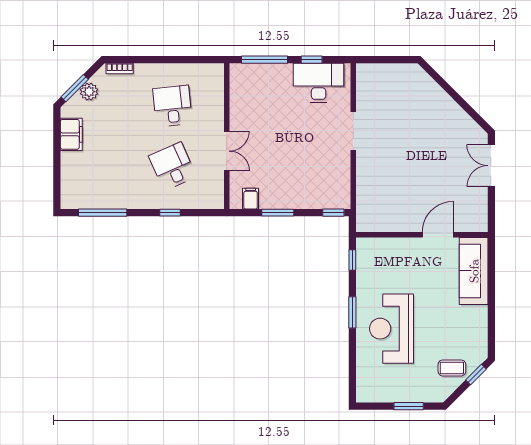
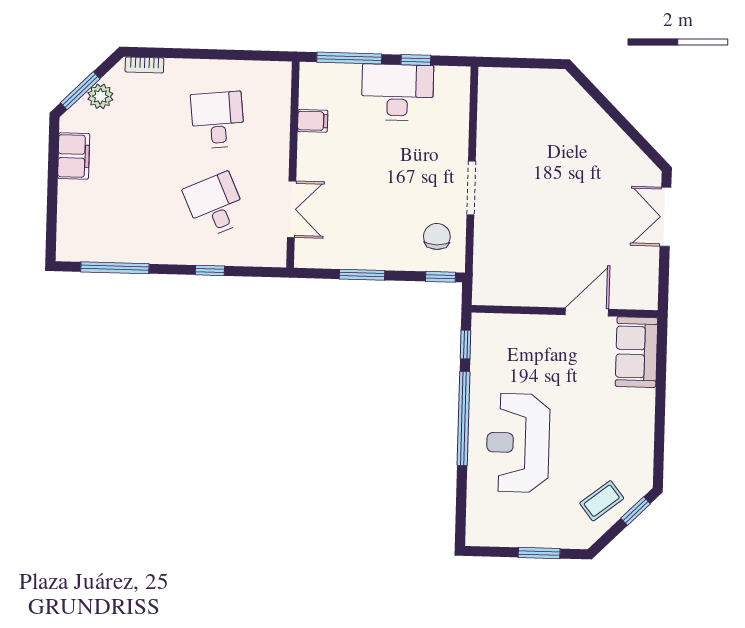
desk: (319, 83) -> (397, 92), moved
doorway: (353, 131) -> (471, 188), moved
double door: (227, 151) -> (292, 209), moved
chair: (330, 184) -> (437, 237), added
filing cabinet: (251, 199) -> (313, 121), moved, turned 90
sofa: (474, 271) -> (636, 352), width x0.73
window: (352, 312) -> (463, 418), width x2.11
coffee table: (452, 368) -> (602, 501), turned -38

